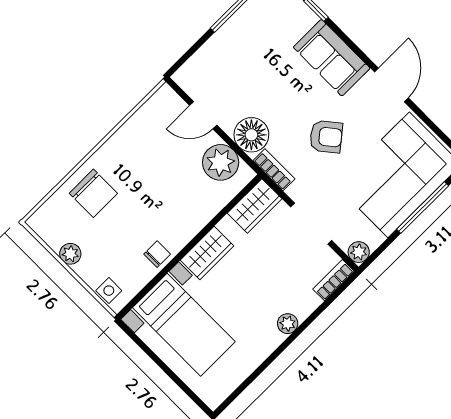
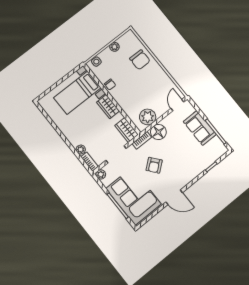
sofa: (332, 58) -> (200, 128), moved, turned -90
door: (203, 115) -> (177, 105), moved
chair: (93, 193) -> (140, 60), turned -90
plant: (288, 324) -> (81, 150), moved

